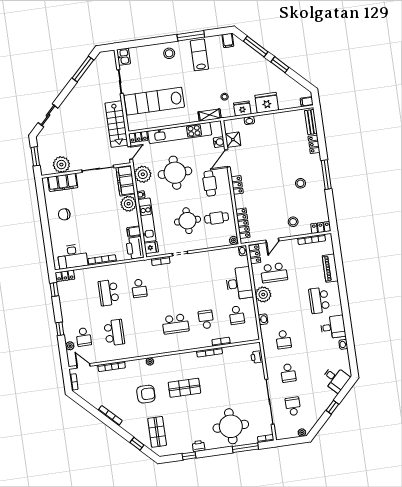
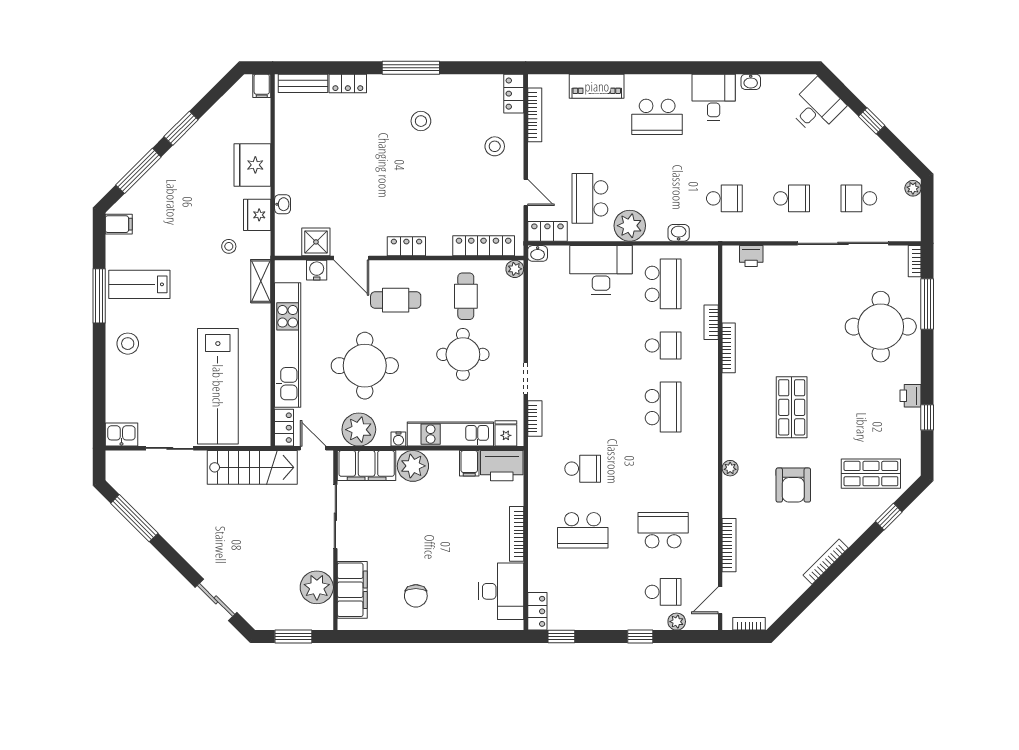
school desk: (274, 273) -> (590, 198), turned 180
school desk: (237, 315) -> (663, 284), width x1.85
school desk: (206, 320) -> (663, 345), turned 180
armchair: (146, 394) -> (793, 485), turned 180

